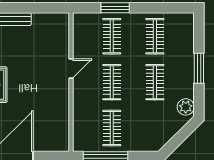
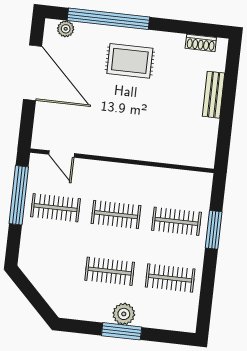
door: (71, 69) -> (62, 154), moved
plant: (186, 107) -> (124, 314), moved

